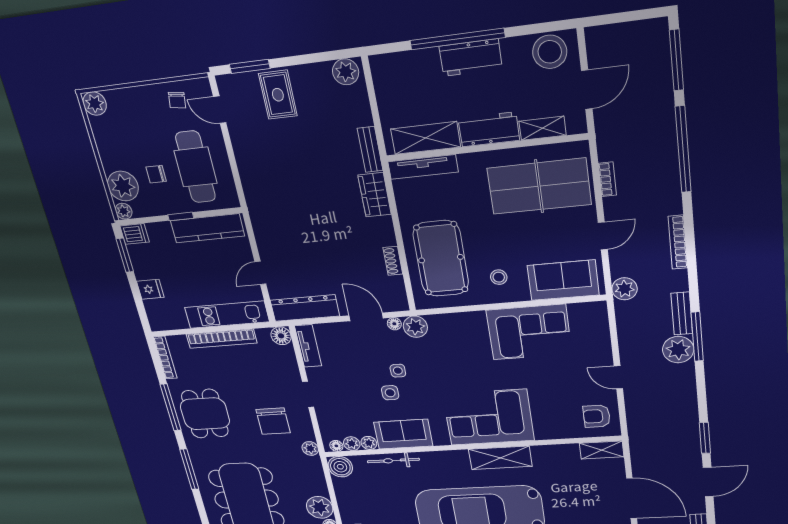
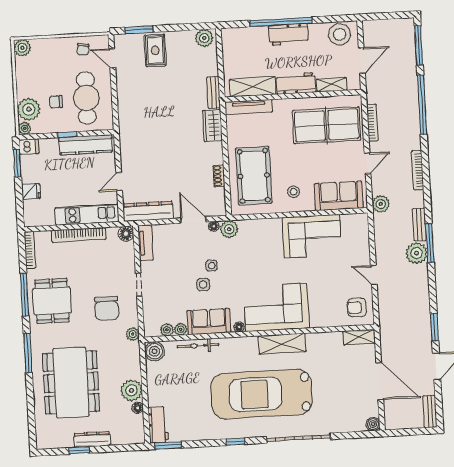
bookcase: (607, 179) -> (372, 123), width x1.56
floor lamp: (336, 446) -> (239, 327), moved

